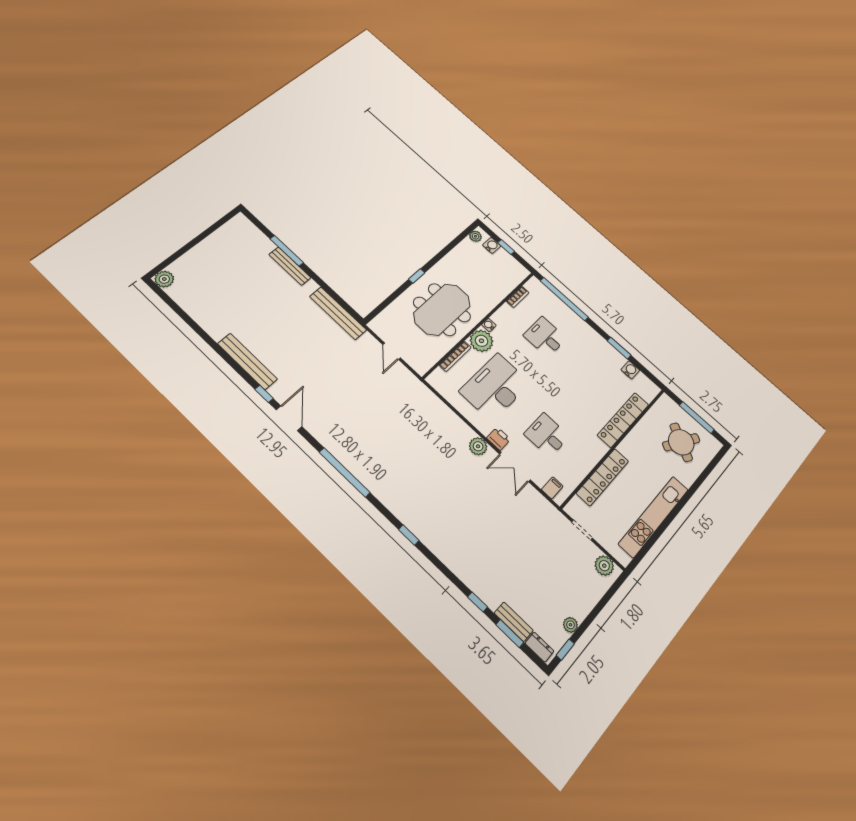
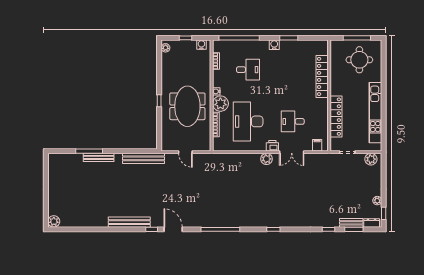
water cooler: (492, 245) -> (201, 45), moved
desk: (545, 337) -> (248, 70), turned 180
water cooler: (630, 370) -> (274, 45), moved
round table: (681, 442) -> (359, 60), turned -30

